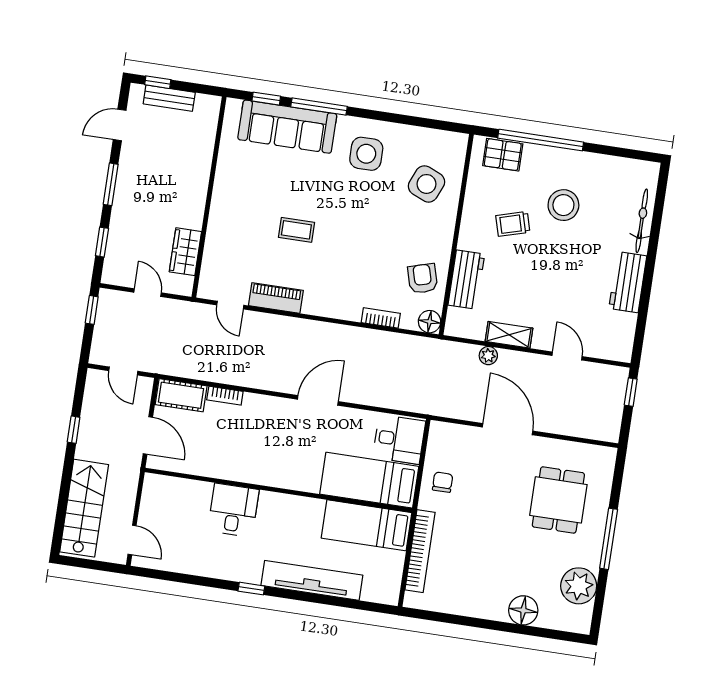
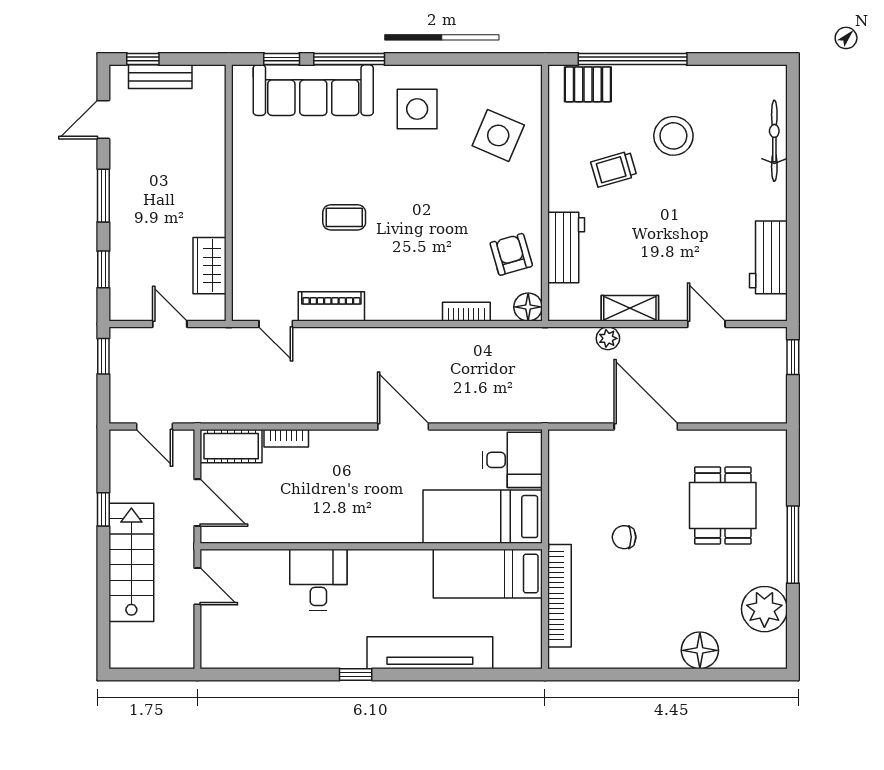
workbench: (628, 282) -> (768, 257), moved
door: (318, 400) -> (403, 427), hinge flipped
chair: (443, 482) -> (624, 537), moved, turned -90
stairs: (84, 508) -> (131, 562), moved
door: (132, 540) -> (197, 586), moved

